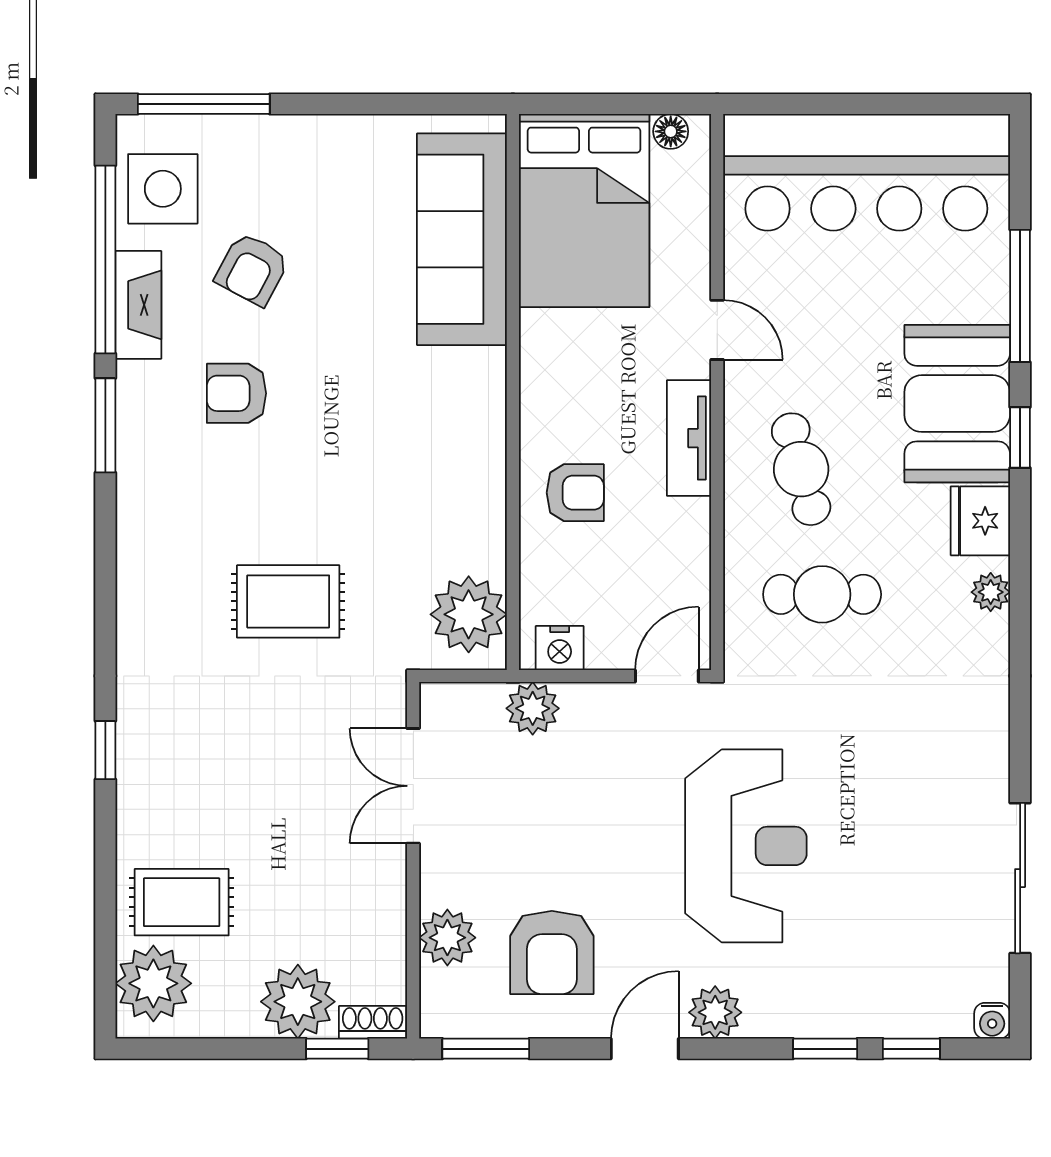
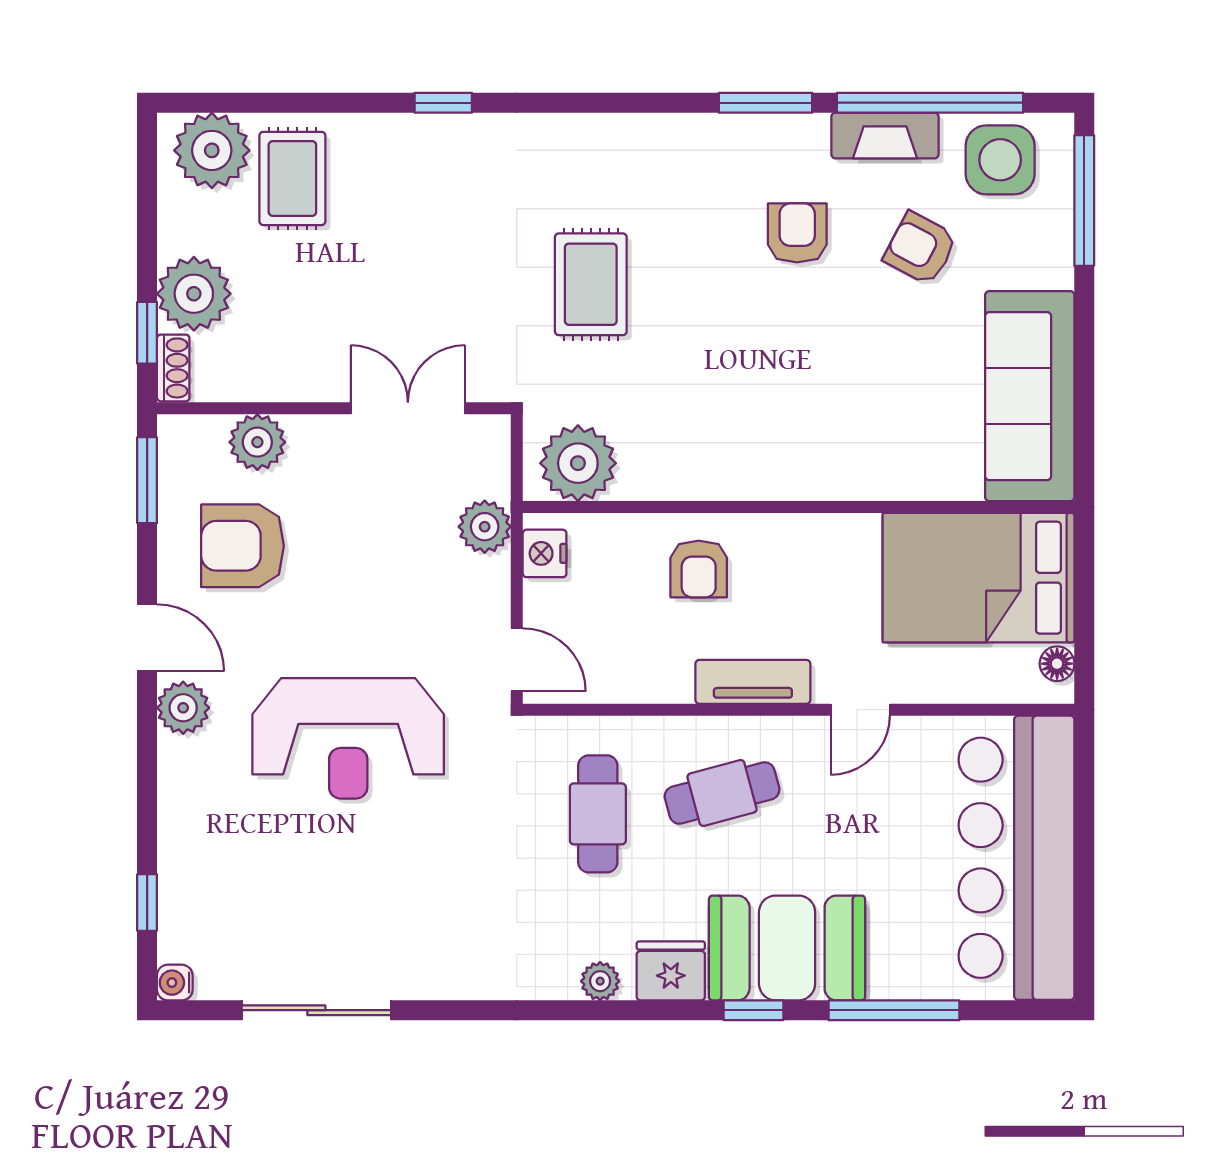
sofa: (462, 239) -> (1030, 396), moved, turned -90
window: (825, 1049) -> (147, 817), removed

